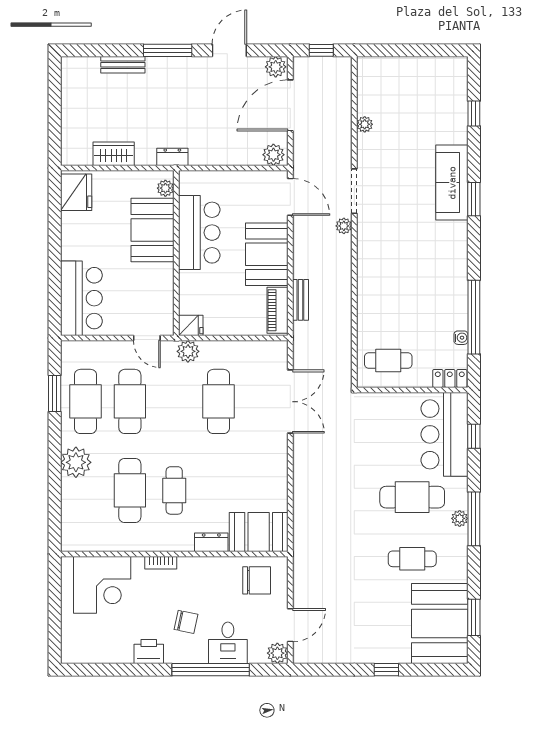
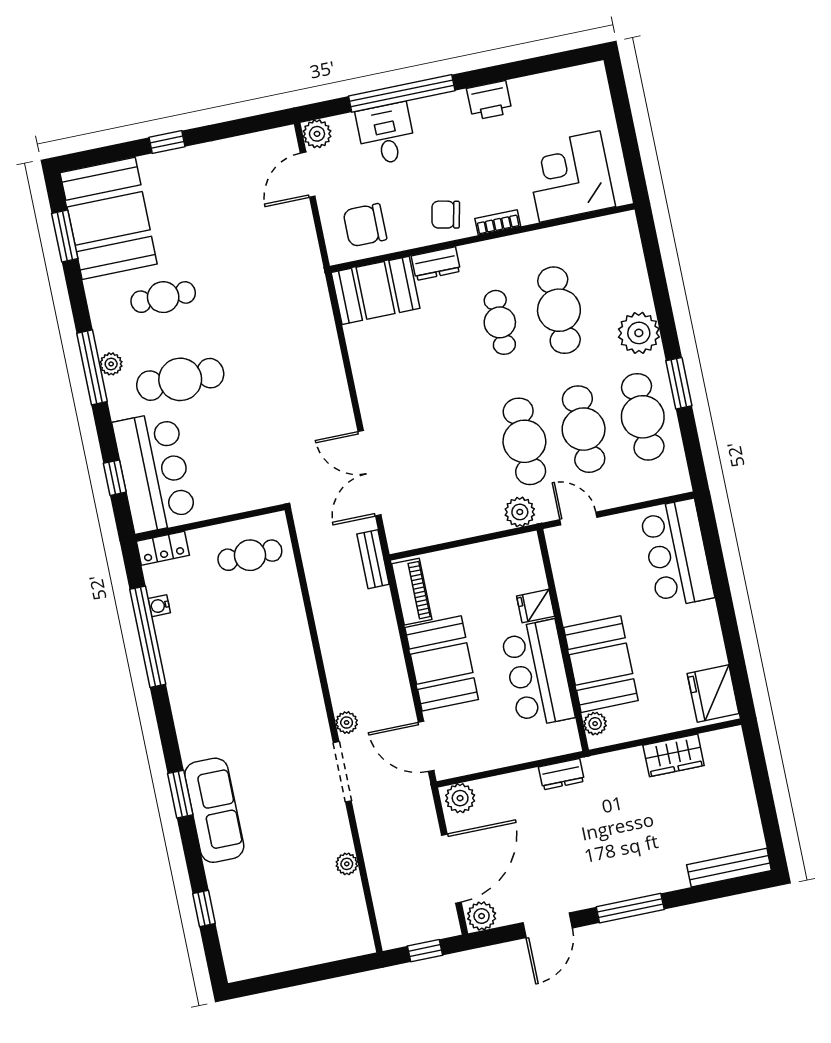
bench: (123, 65) -> (729, 868), moved, width x1.36
dresser: (172, 157) -> (561, 774), moved
bench: (300, 300) -> (373, 559), moved
fridge: (191, 325) -> (536, 606), moved
window: (55, 394) -> (679, 383), moved
cafe table: (219, 401) -> (524, 441), moved
chair: (186, 622) -> (446, 215), moved

